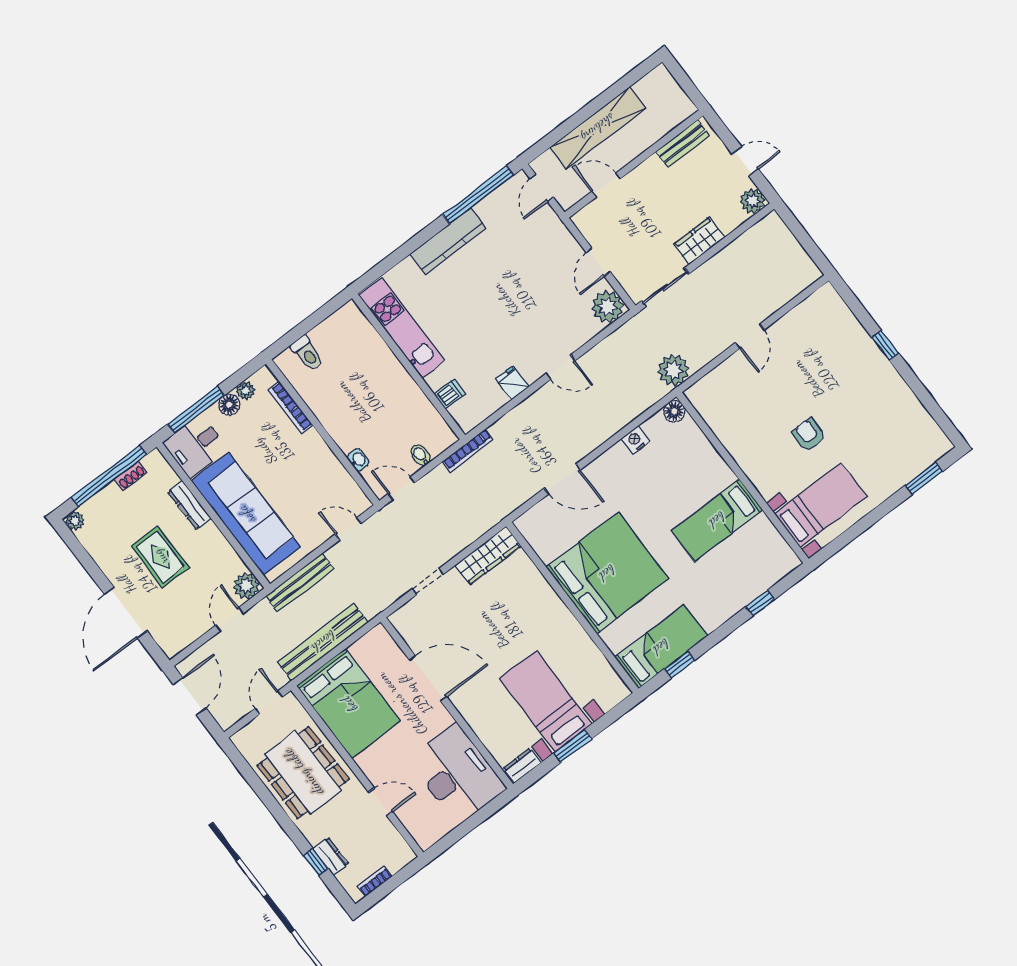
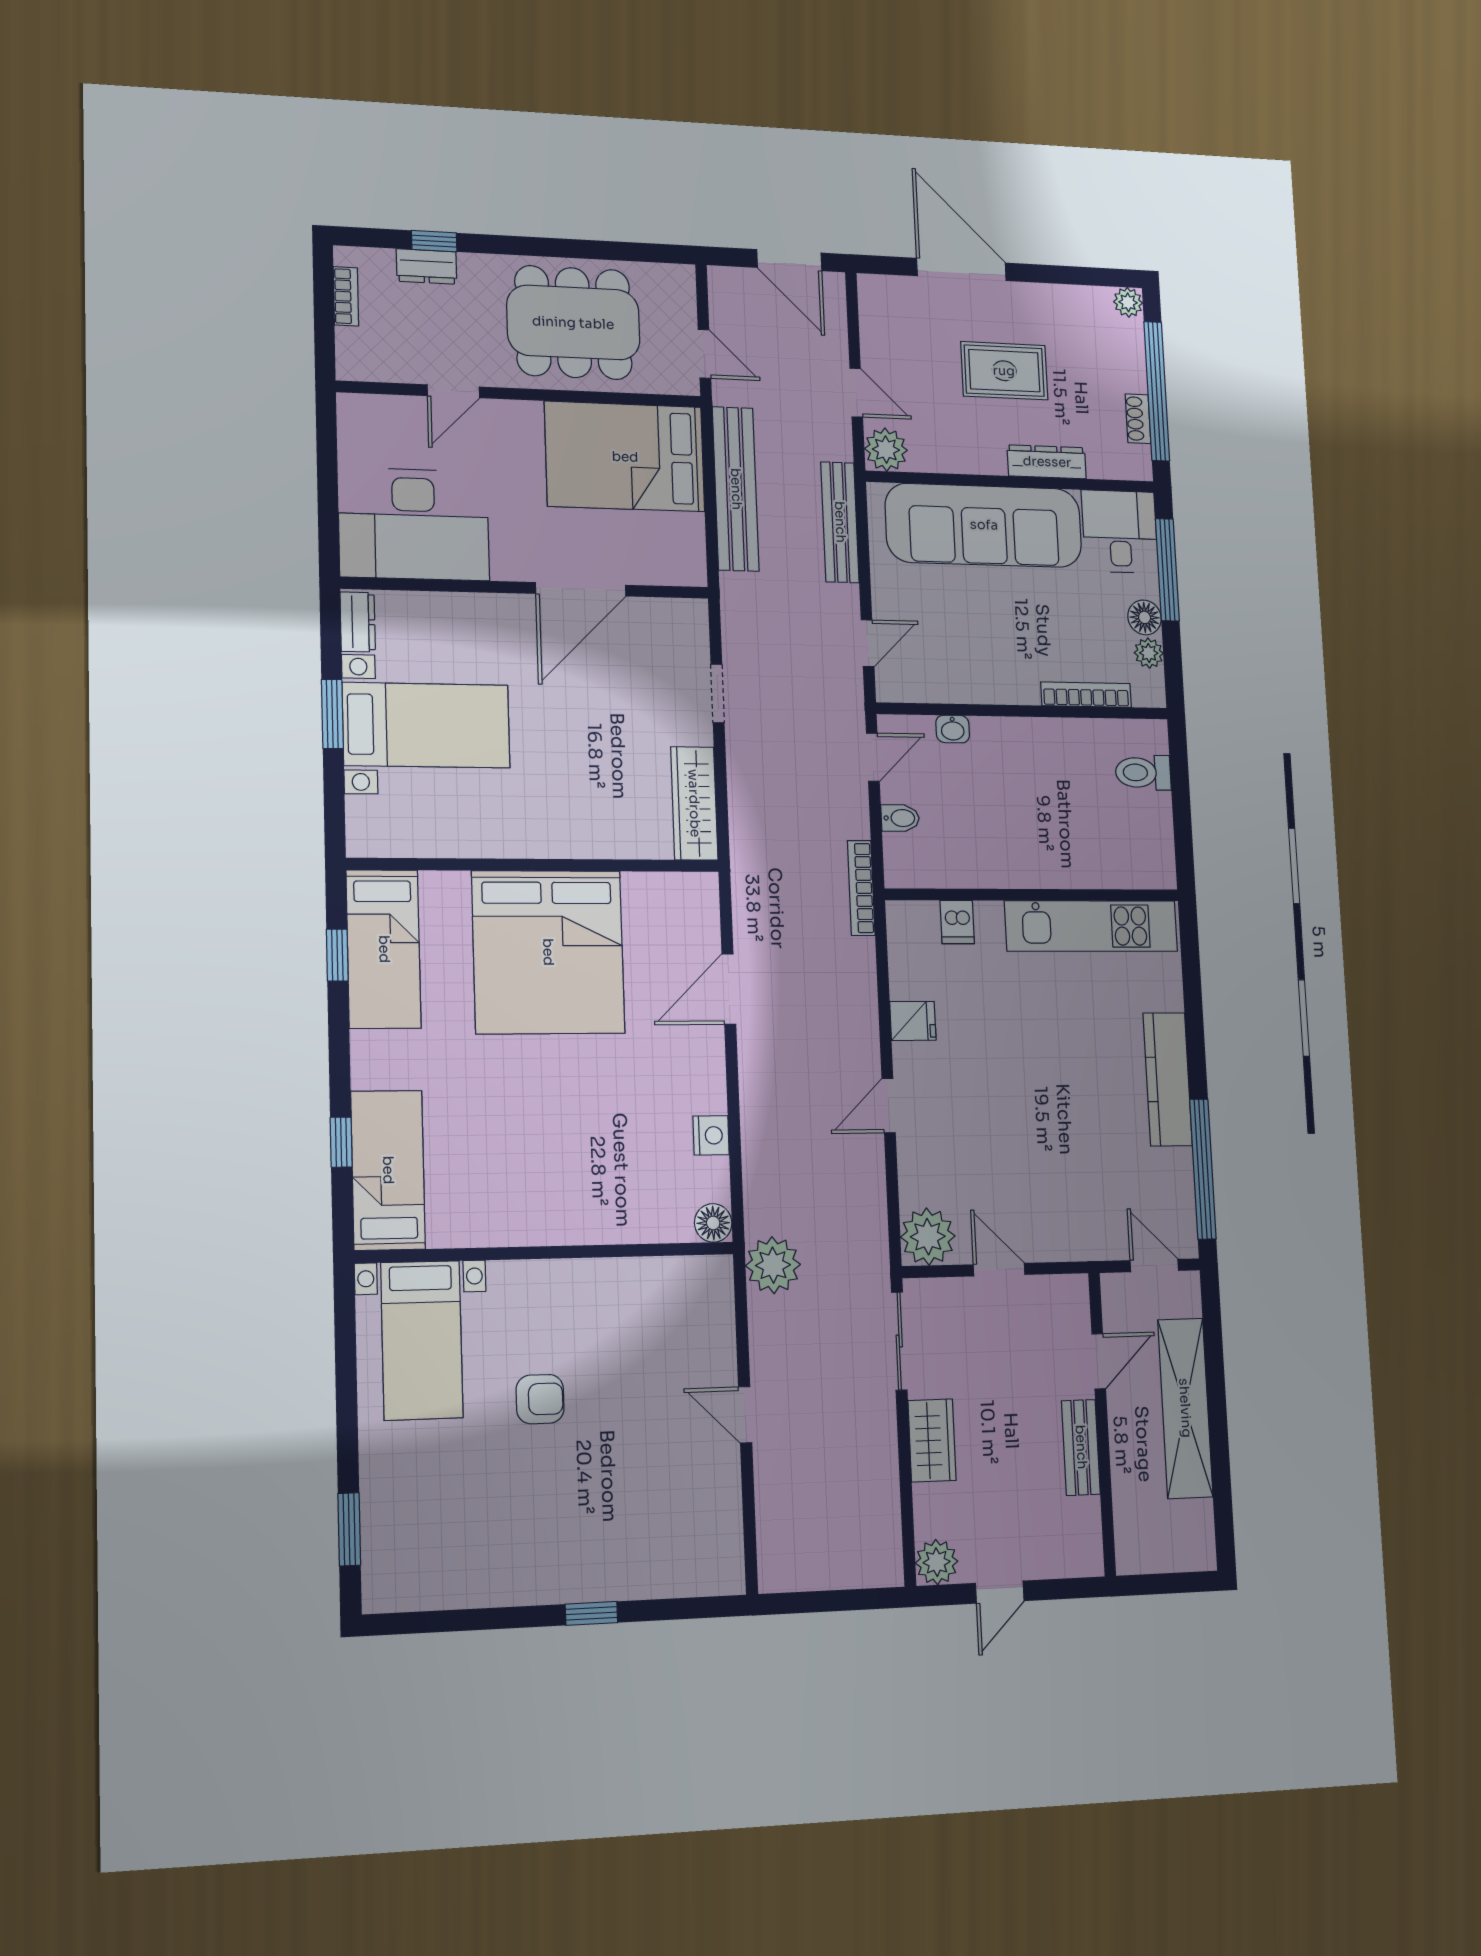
bench: (683, 144) -> (1081, 1447), moved
bed: (717, 520) -> (388, 1170), moved

